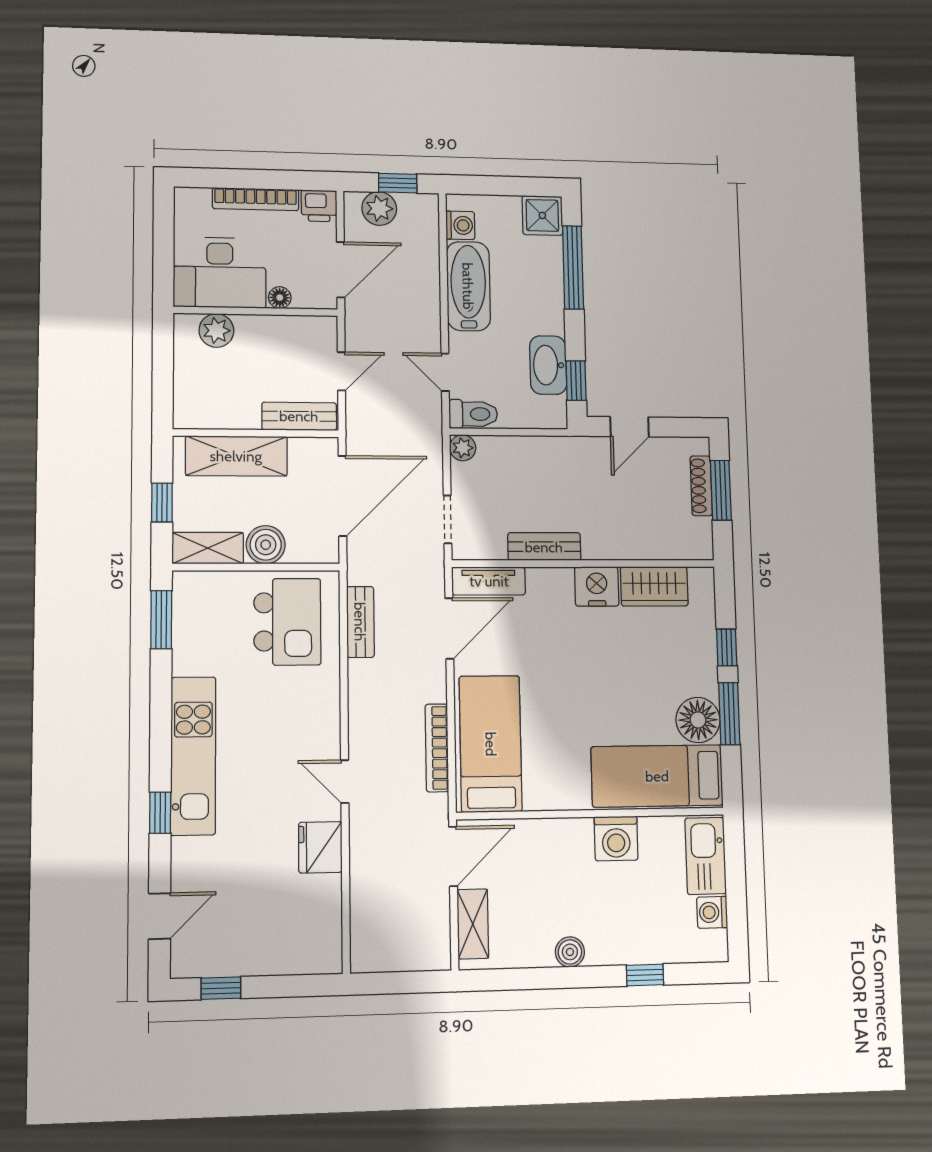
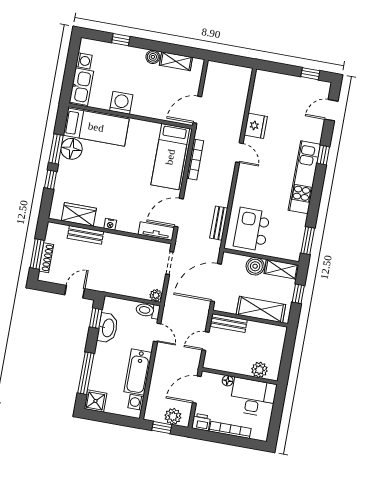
bench: (544, 547) -> (85, 235), moved
nightstand: (597, 586) -> (110, 224), width x0.53, depth x0.56
shelving: (473, 924) -> (176, 61), moved, turned 90

